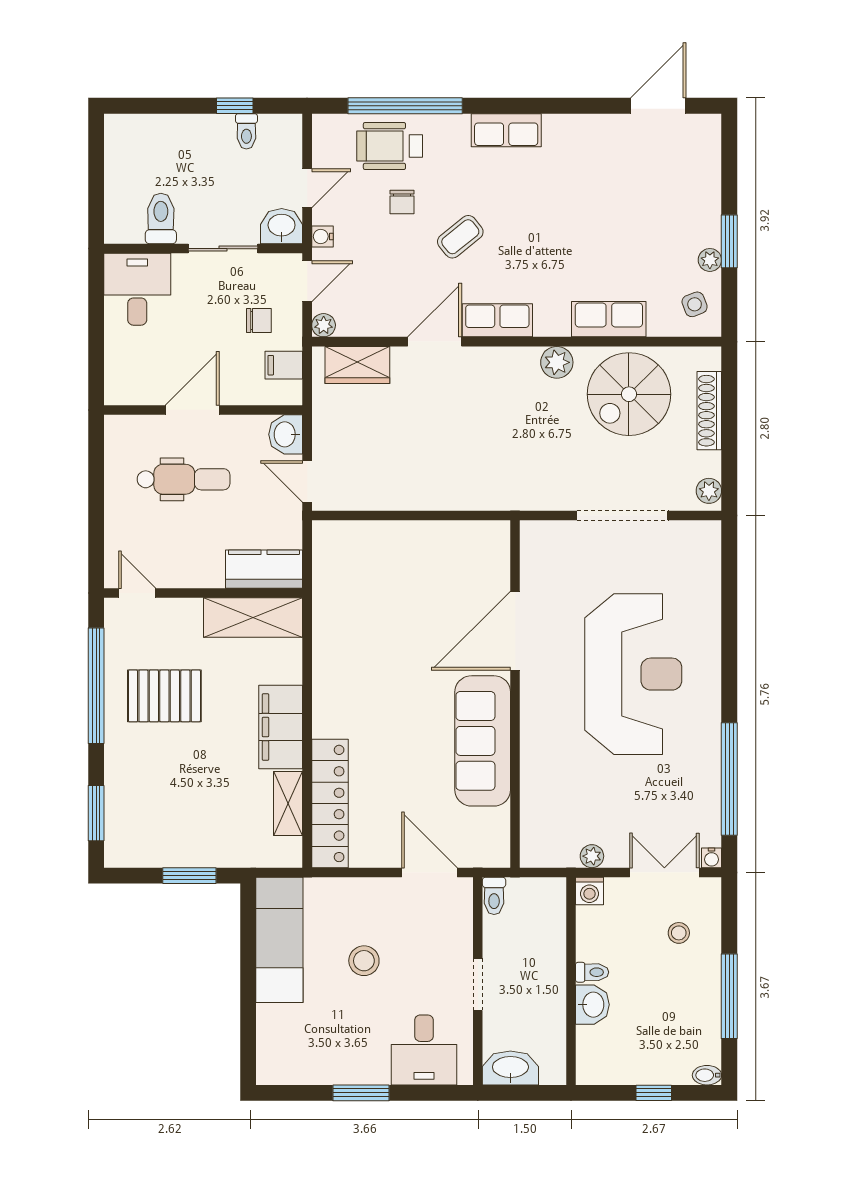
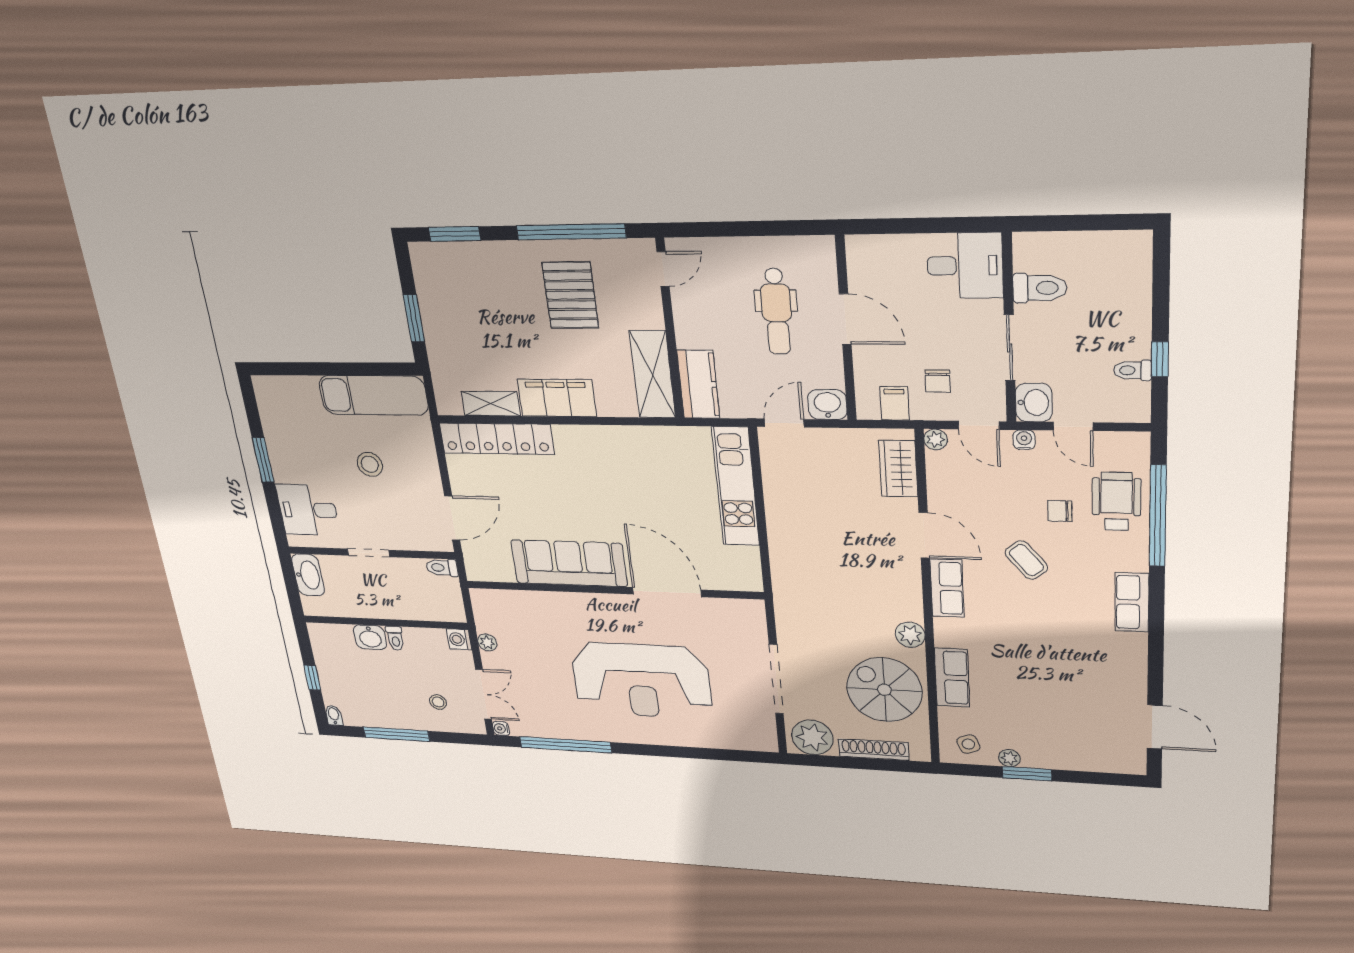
plant: (709, 491) -> (812, 737), width x1.87, depth x1.87
kitchen unit: (382, 540) -> (736, 487), added

